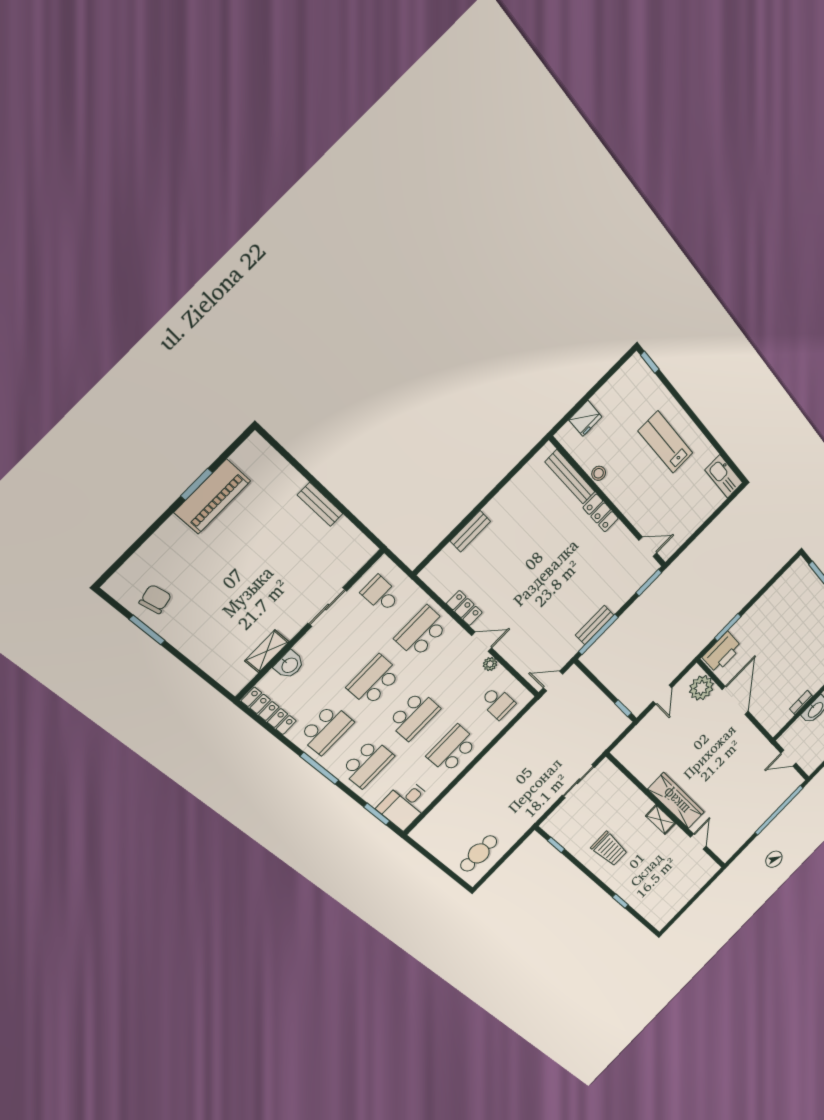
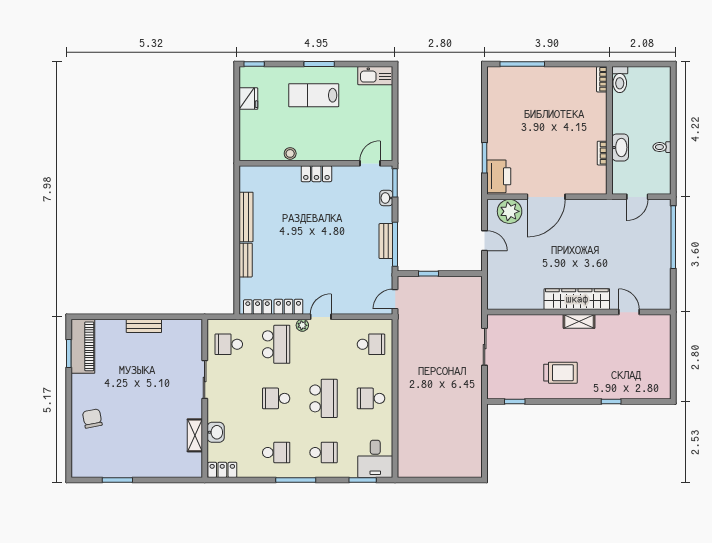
fridge: (585, 418) -> (248, 99), moved
window: (696, 420) -> (319, 64), added
bench: (570, 477) -> (246, 217), moved, turned 90
window: (196, 484) -> (69, 354), moved
piano: (212, 497) -> (83, 346), moved
locker: (439, 584) -> (258, 307), added
washbasin: (630, 589) -> (386, 198), added
chair: (155, 599) -> (92, 418), moved
school desk: (421, 632) -> (276, 344), turned 180
plant: (490, 664) -> (302, 325), moved
school desk: (374, 681) -> (276, 398), width x0.54
door: (735, 701) -> (546, 197), swing flipped
window: (623, 708) -> (429, 274), moved
locker: (269, 711) -> (222, 470), width x0.66
school desk: (326, 729) -> (276, 452), width x0.54
school desk: (452, 749) -> (371, 398), width x0.54
school desk: (367, 763) -> (324, 452), width x0.54
cafe table: (479, 853) -> (462, 451), removed

